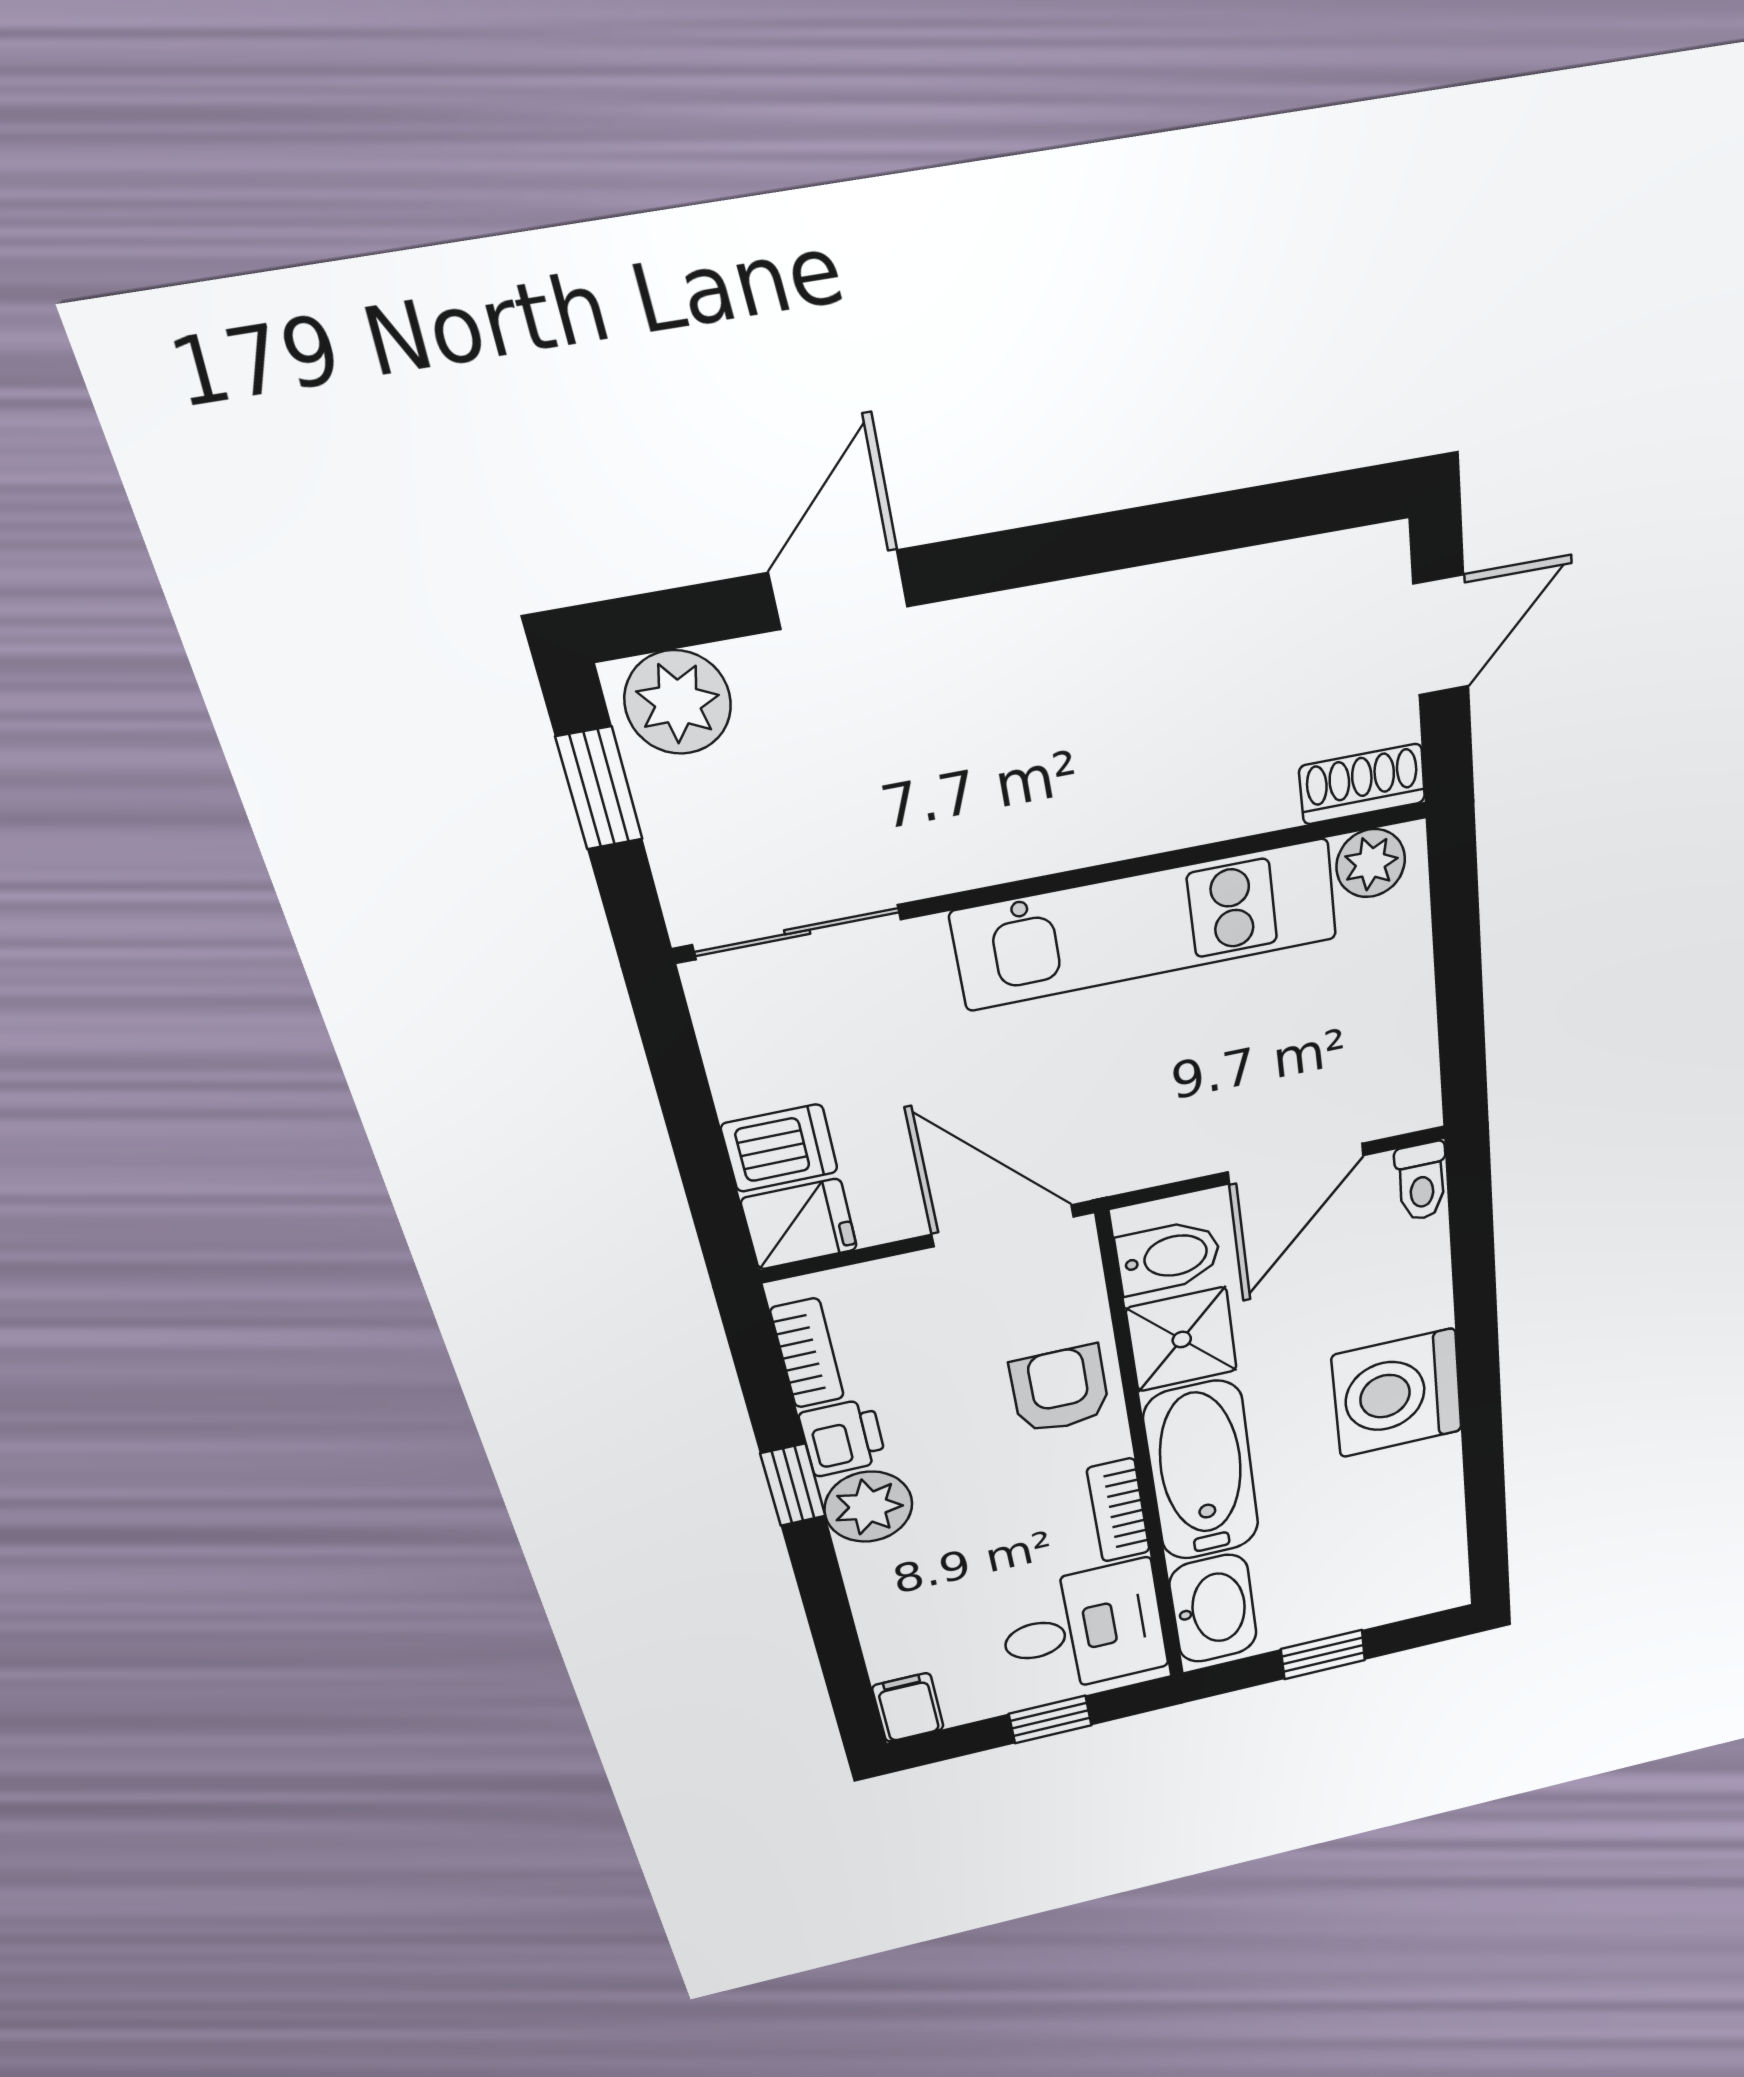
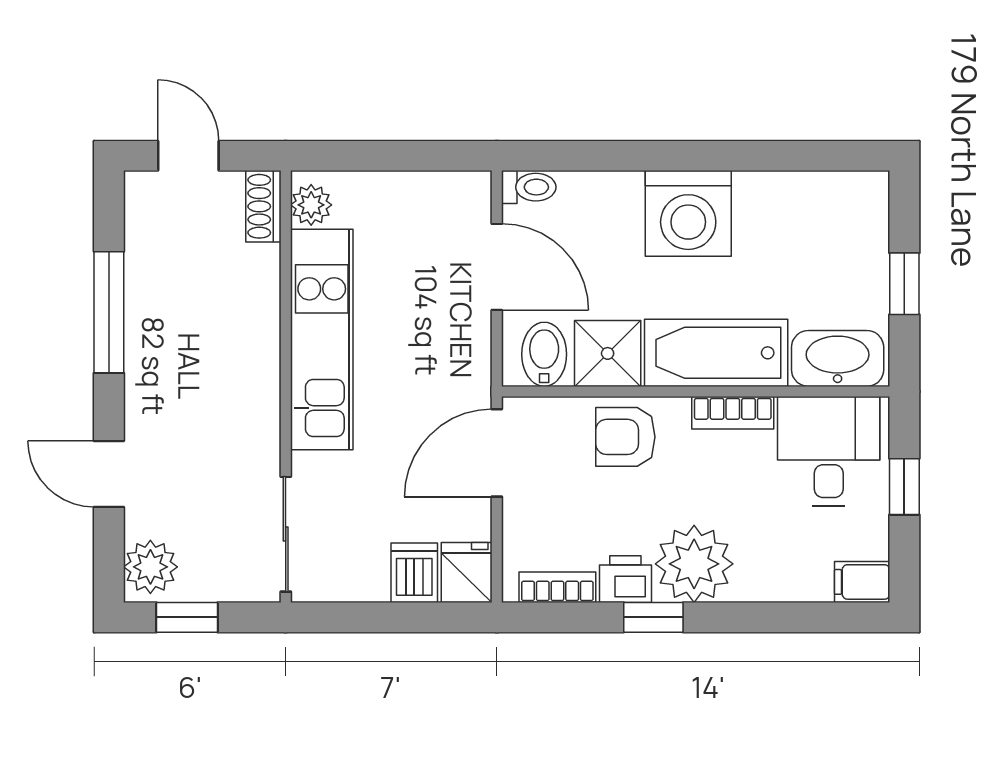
window: (1145, 536) -> (109, 312), added
plant: (868, 1507) -> (694, 564), width x1.36, depth x1.36

